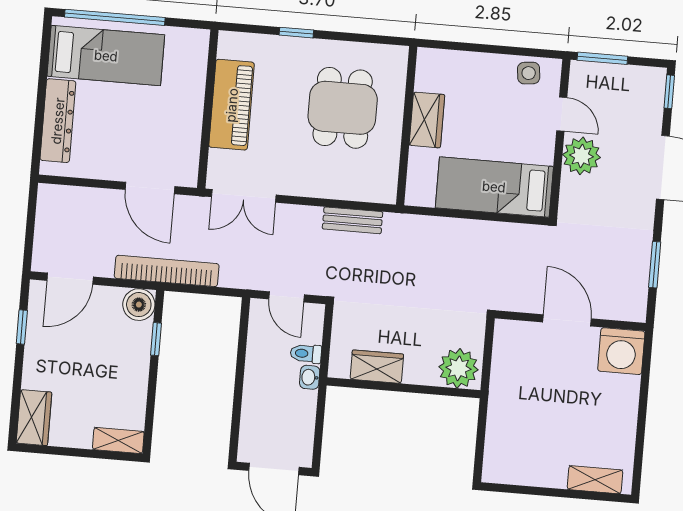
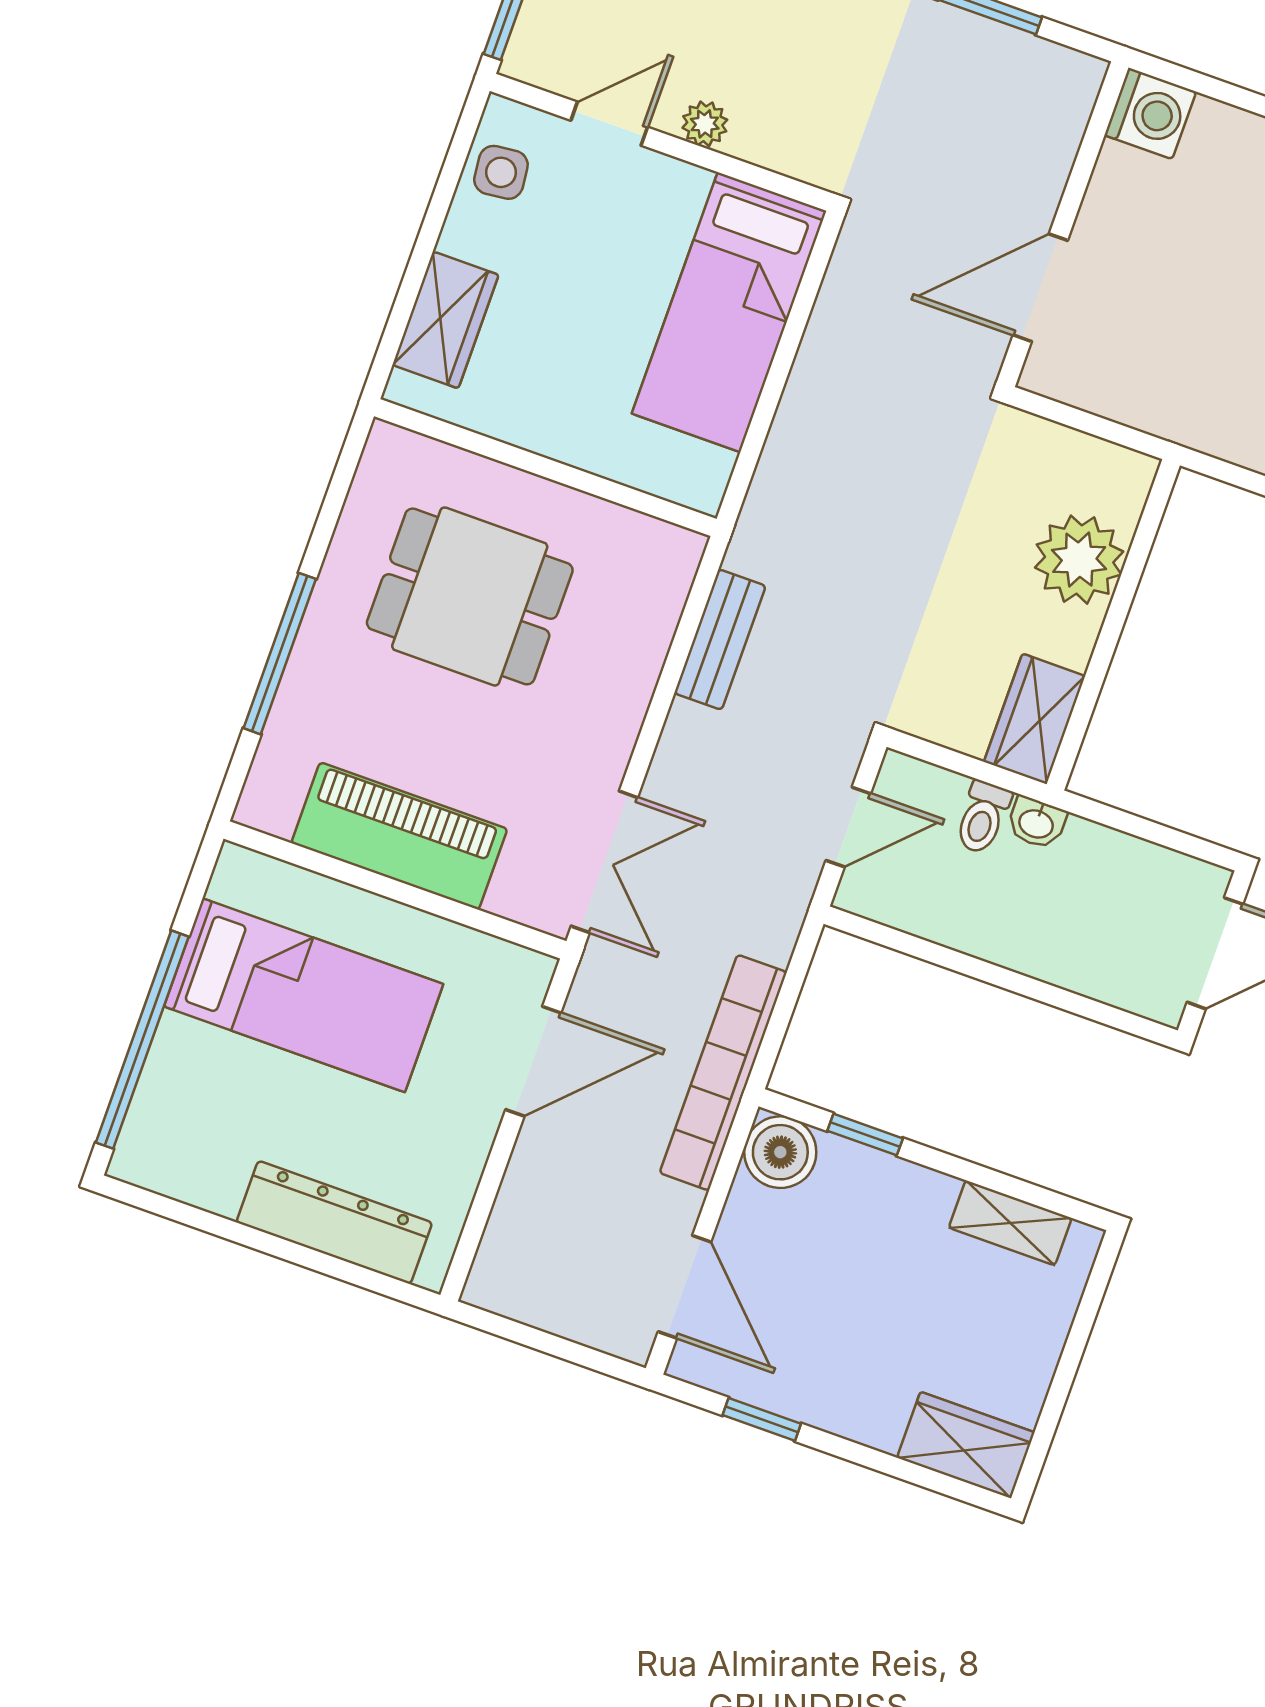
window: (296, 33) -> (280, 654), width x2.17
bed: (106, 56) -> (304, 995), moved, turned 90
wardrobe: (427, 120) -> (445, 320), moved, turned 90
plant: (582, 156) -> (705, 124), width x0.53, depth x0.53
door: (567, 320) -> (1040, 288), moved
washing machine: (621, 351) -> (1150, 113), width x0.73, depth x0.73
wardrobe: (377, 367) -> (1035, 719), moved
plant: (458, 368) -> (1079, 560), moved
shelving: (118, 440) -> (1010, 1223), moved, turned 90

